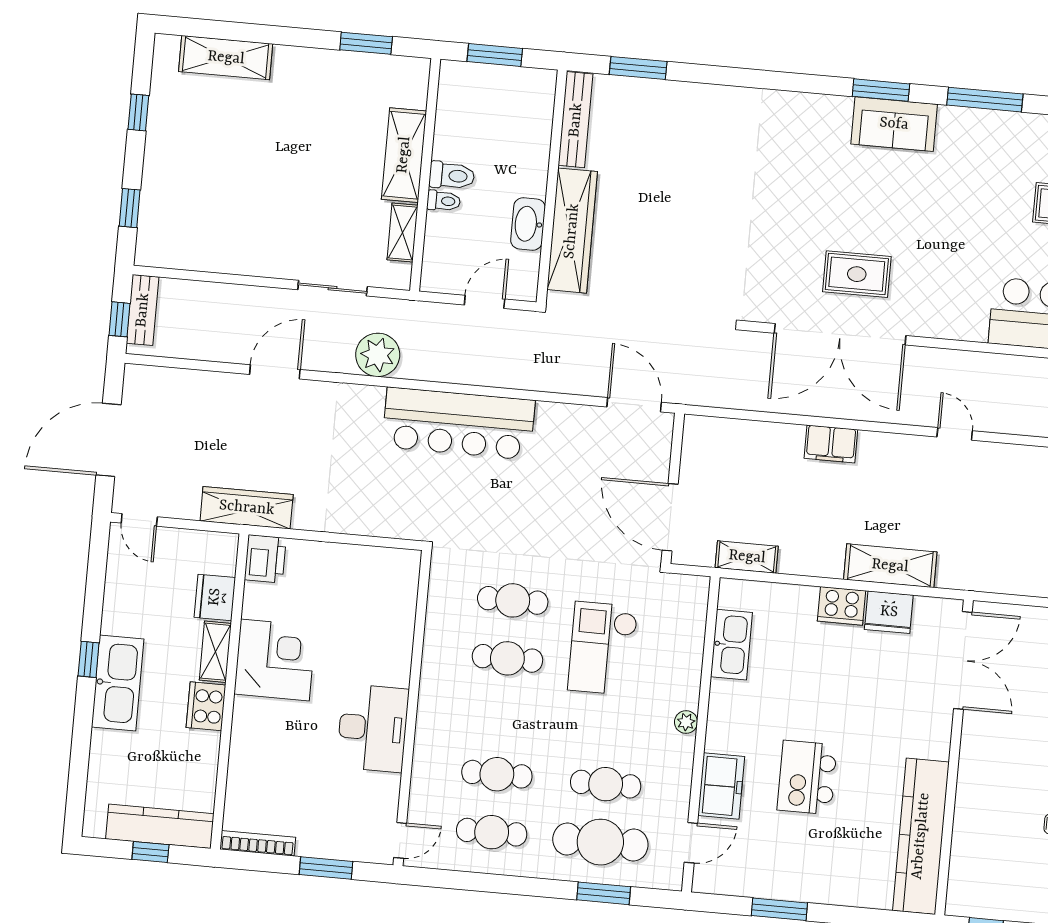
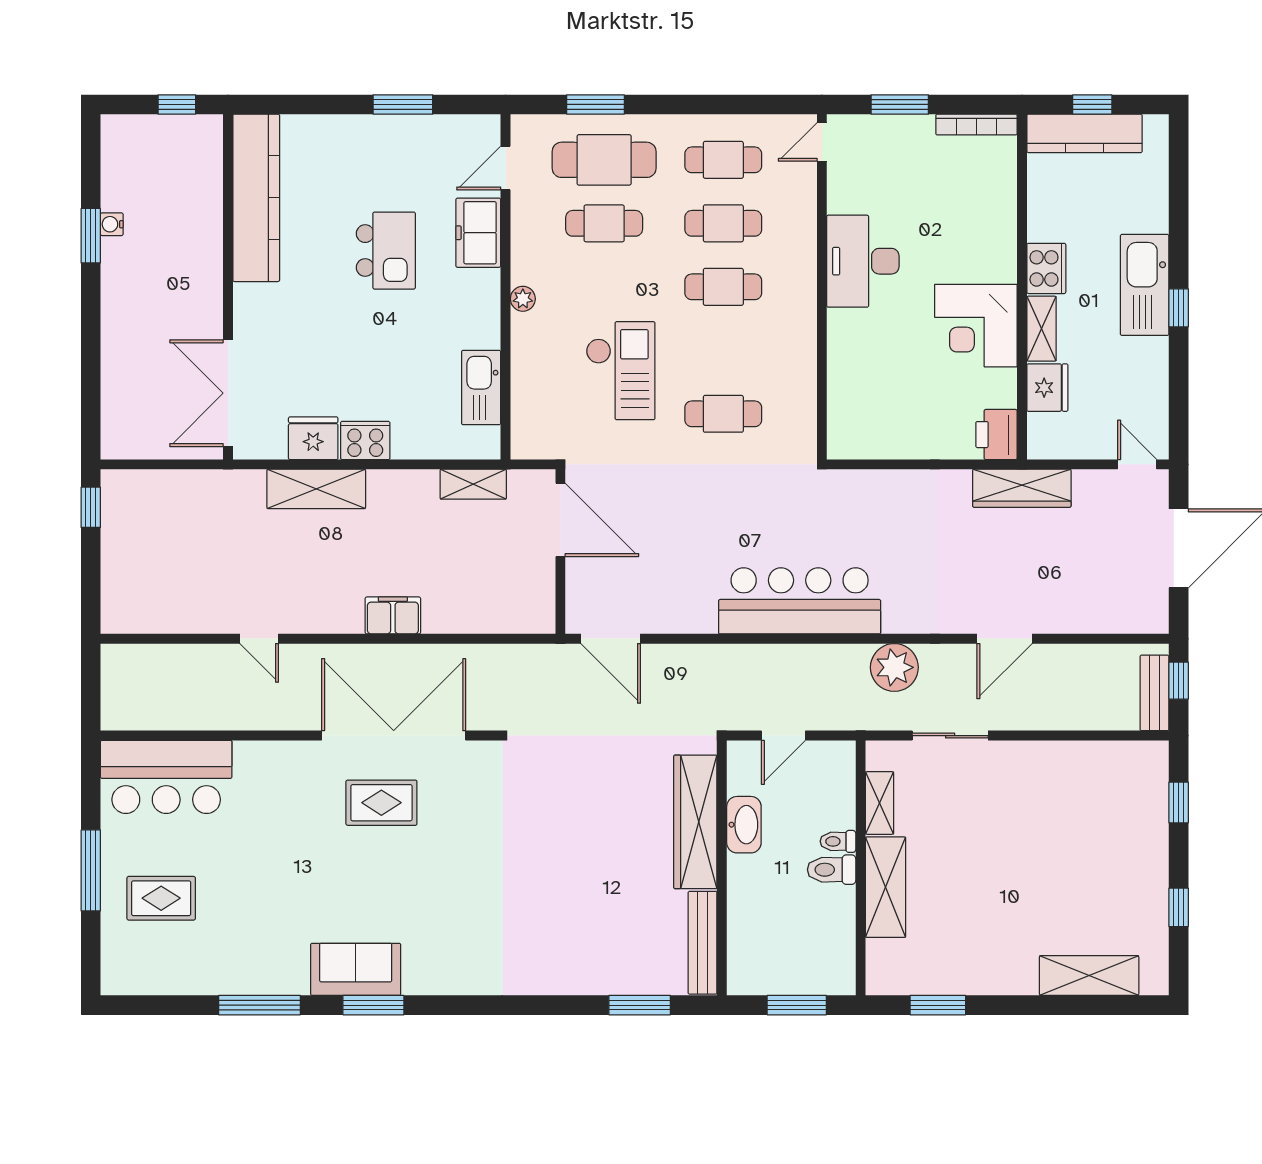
cafe table: (507, 658) -> (723, 287), moved

